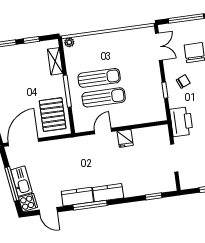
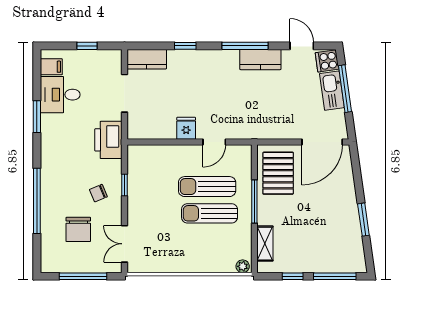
kitchen counter: (108, 193) -> (147, 59), moved
window: (154, 196) -> (185, 46), moved

